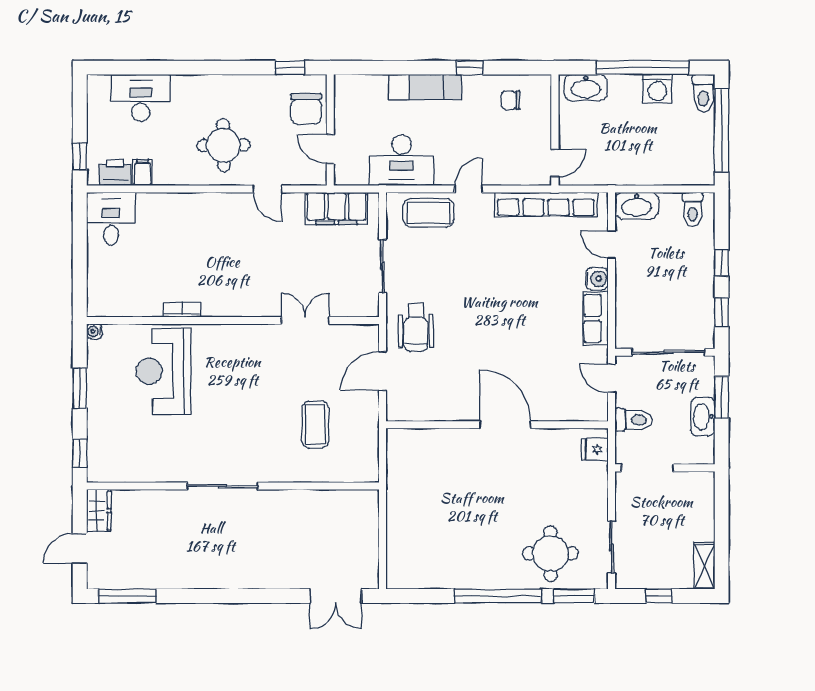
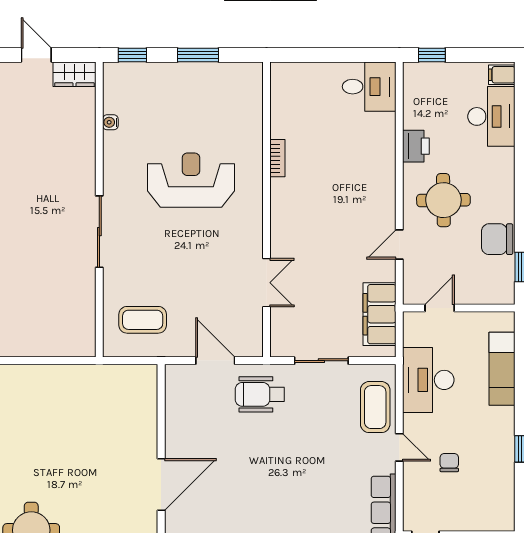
exam couch: (425, 87) -> (502, 369), moved
chair: (510, 100) -> (449, 463), moved
chair: (306, 109) -> (497, 239), moved
printer: (115, 172) -> (416, 146), moved
filing cabinet: (143, 172) -> (502, 75), moved, turned 180
water cooler: (94, 331) -> (110, 122), moved, turned -90
reception desk: (163, 371) -> (191, 180), moved
coffee table: (315, 425) -> (143, 320), moved
sliding door: (222, 486) -> (99, 232), moved

